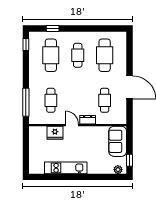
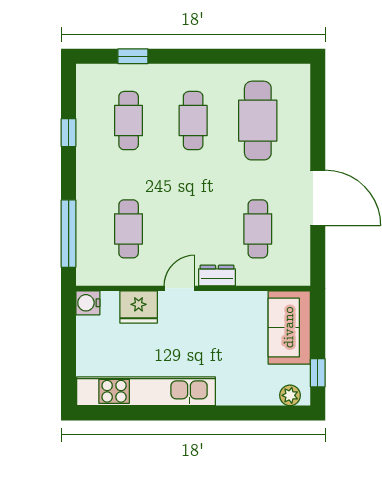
window: (26, 45) -> (69, 133), moved
cafe table: (51, 55) -> (129, 121), width x0.73, depth x0.74
door: (72, 125) -> (179, 288), hinge flipped
water cooler: (34, 131) -> (88, 303), added
kitchen unit: (66, 168) -> (146, 391), width x1.36

